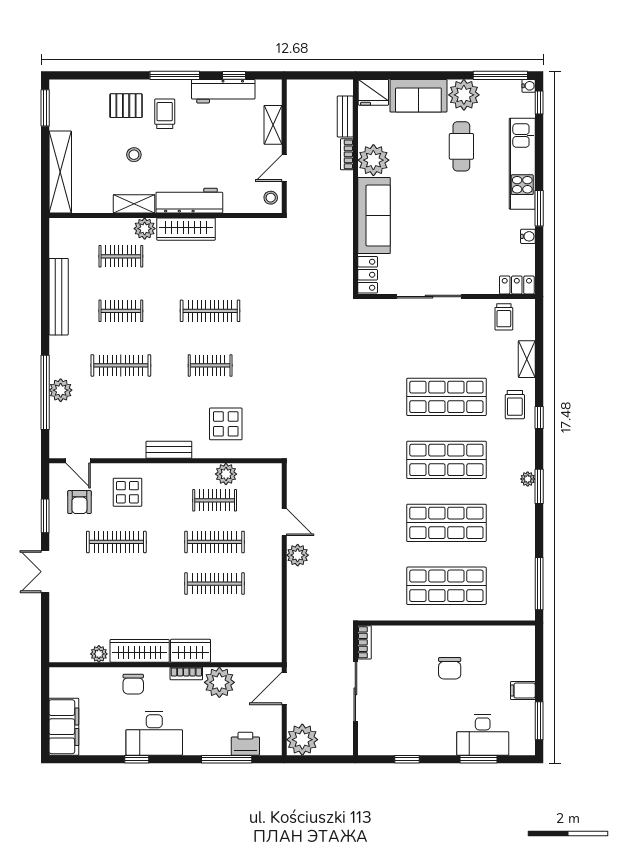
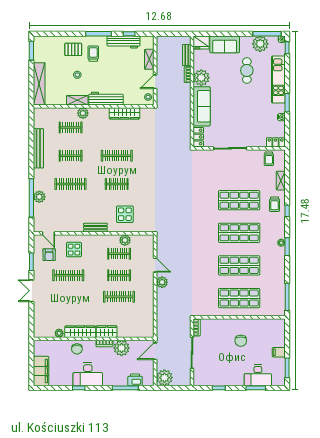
plant: (464, 95) -> (260, 44), moved
wardrobe: (186, 229) -> (124, 113), moved
clothes rail: (215, 542) -> (119, 275), width x0.73

